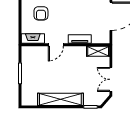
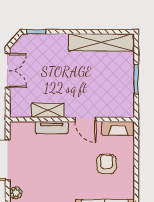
door: (56, 45) -> (86, 119), swing flipped
shelving: (98, 51) -> (48, 110), moved
shelving: (60, 99) -> (101, 42), moved

